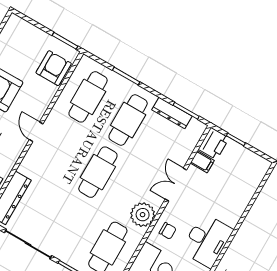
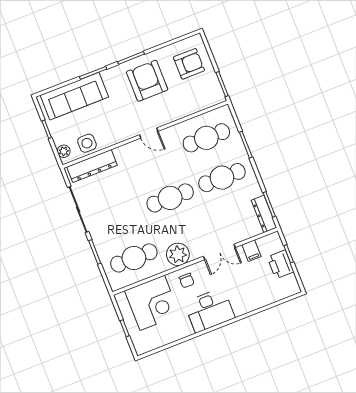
armchair: (54, 68) -> (189, 64), moved
dresser: (172, 113) -> (264, 214), moved
door: (36, 132) -> (149, 133), swing flipped
printer: (214, 144) -> (281, 264), moved, turned 90
double door: (176, 185) -> (219, 252), swing flipped

